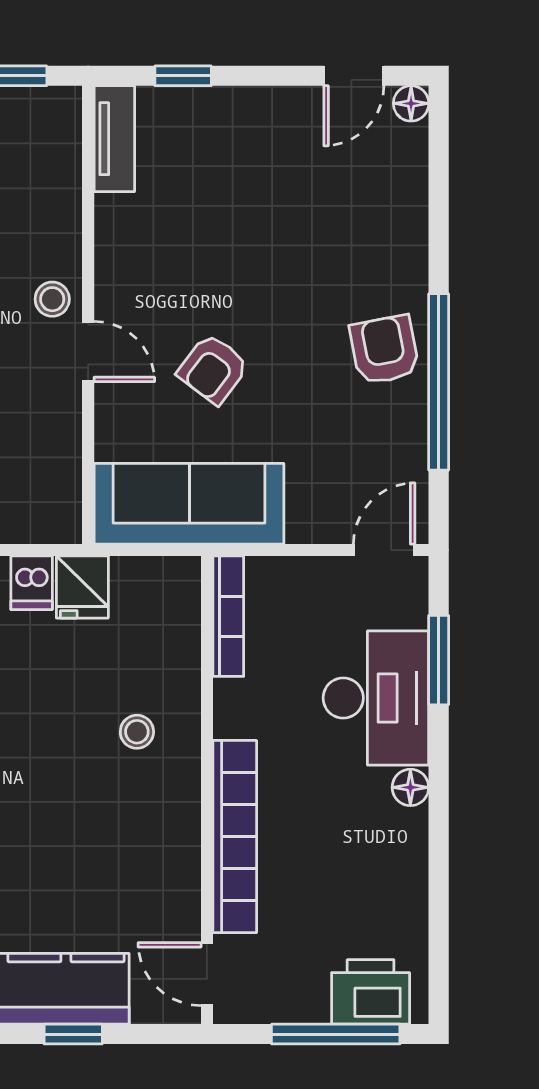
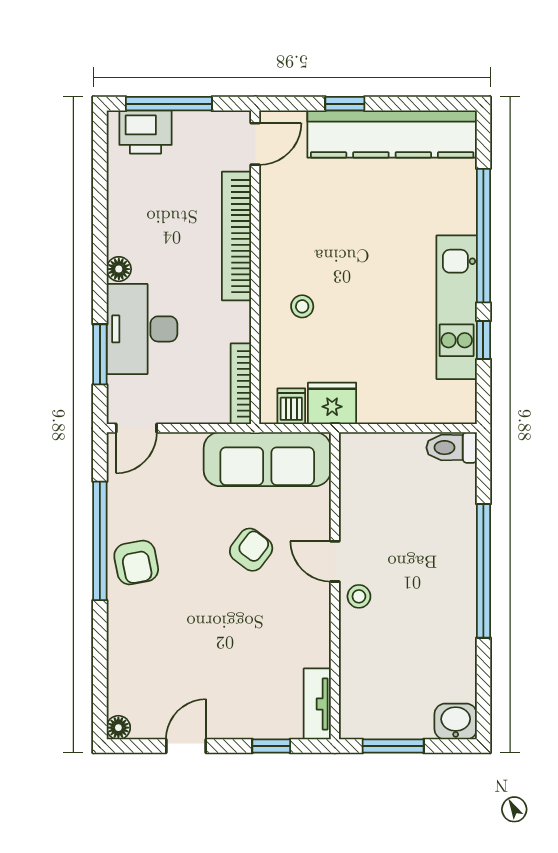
door: (354, 76) -> (186, 746), moved
dishwasher: (32, 583) -> (291, 406), moved
fridge: (82, 587) -> (332, 403), width x1.38
door: (207, 974) -> (255, 144), hinge flipped

